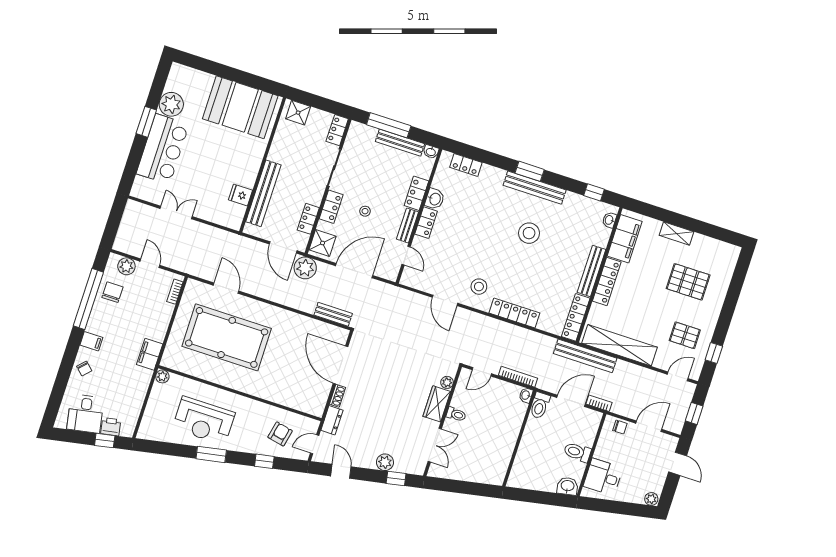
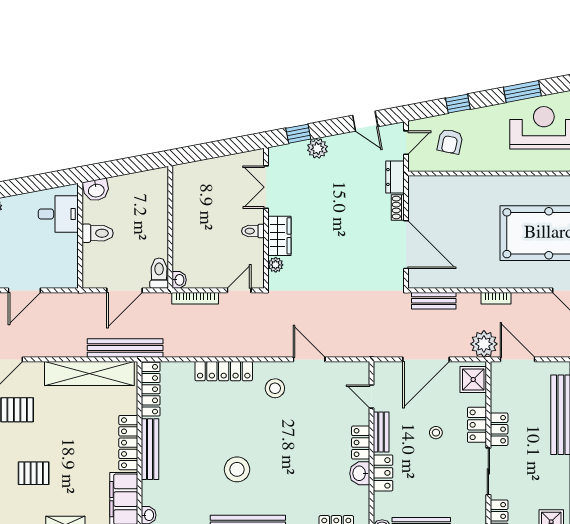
locker: (308, 219) -> (499, 429), moved
pallet: (688, 282) -> (34, 473), width x0.67, depth x0.71
bookcase: (599, 403) -> (496, 298), moved
chair: (620, 427) -> (58, 279), removed

